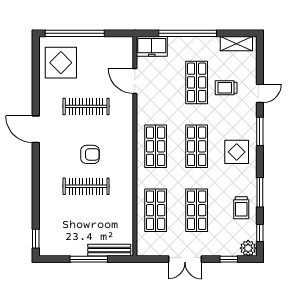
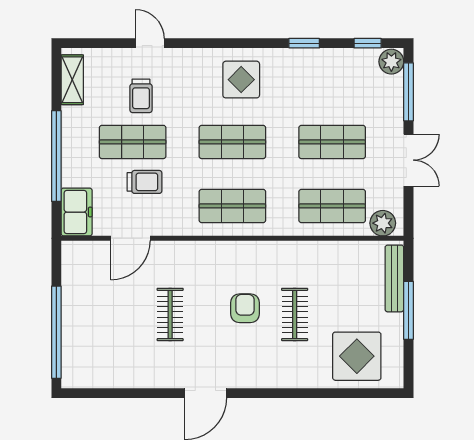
display table: (61, 63) -> (357, 356), moved
clothes rail: (86, 106) -> (170, 314), width x0.73
window: (260, 131) -> (209, 43), removed
clothes rail: (86, 186) -> (295, 314), width x0.73
window: (260, 192) -> (304, 43), width x0.67
trolley: (241, 208) -> (144, 182), moved
window: (36, 239) -> (376, 393), removed
plant: (145, 243) -> (383, 223), added
window: (229, 259) -> (408, 92), width x2.17

